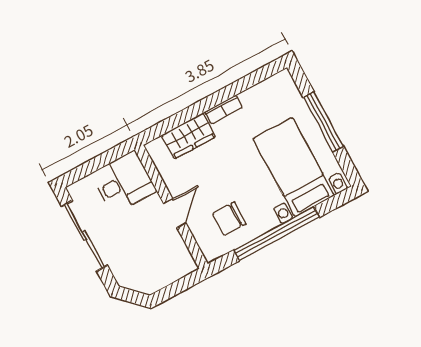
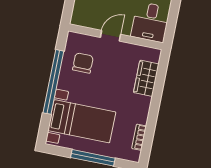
bookcase: (223, 110) -> (139, 137), moved
door: (175, 213) -> (110, 36), swing flipped

